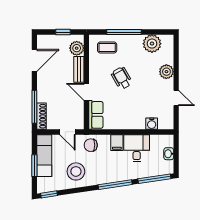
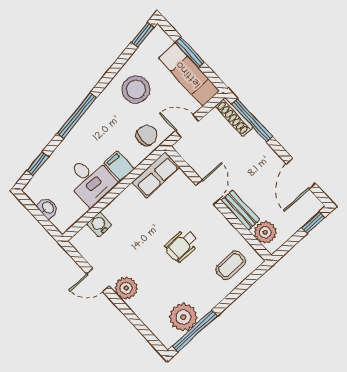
window: (63, 32) -> (313, 223), moved
window: (124, 32) -> (195, 331), moved
plant: (166, 72) -> (126, 288), moved
wheelchair: (122, 78) -> (182, 245), turned 120
door: (86, 92) -> (208, 192), hinge flipped
row of seats: (96, 115) -> (156, 175), moved, turned -90
window: (154, 179) -> (38, 164), width x0.46

